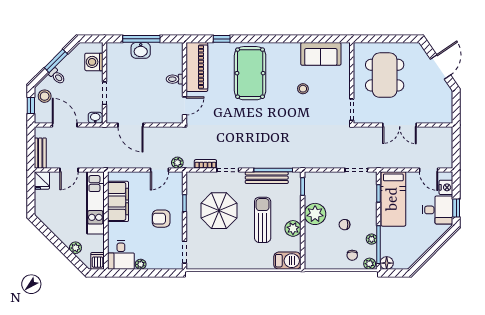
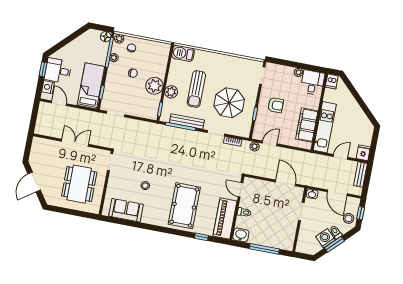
washbasin: (141, 50) -> (241, 235), moved
washing machine: (94, 62) -> (326, 238), moved, turned -135
door: (185, 106) -> (240, 190), hinge flipped
plant: (293, 228) -> (171, 92), moved
plant: (75, 248) -> (347, 95), removed

